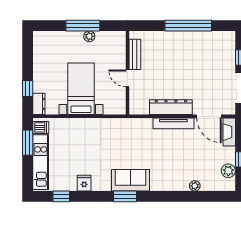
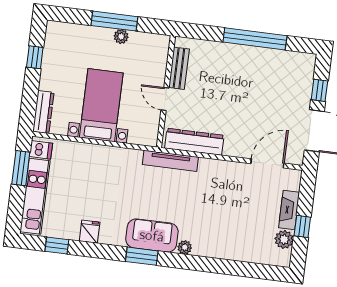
window: (28, 88) -> (35, 57), moved
dresser: (39, 104) -> (43, 112), width x1.44
dresser: (171, 107) -> (194, 142), moved
door: (209, 116) -> (267, 163), swing flipped
tv unit: (173, 123) -> (170, 161), moved
fireplace: (229, 132) -> (289, 210), moved
plant: (195, 186) -> (185, 247), moved

